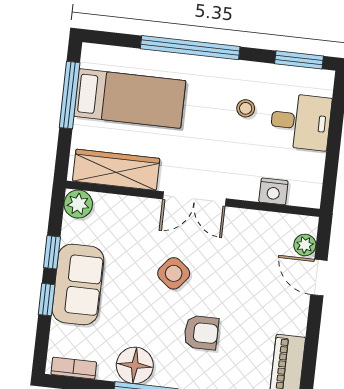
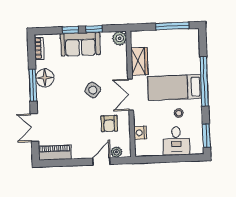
bed: (130, 99) -> (175, 87), moved, turned 90
wardrobe: (116, 170) -> (139, 61), width x0.67
armchair: (201, 333) -> (109, 124), moved

